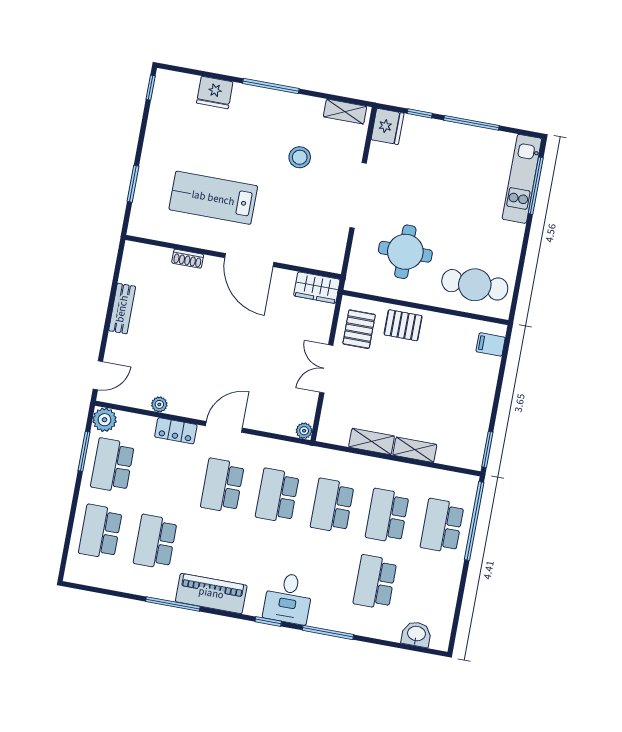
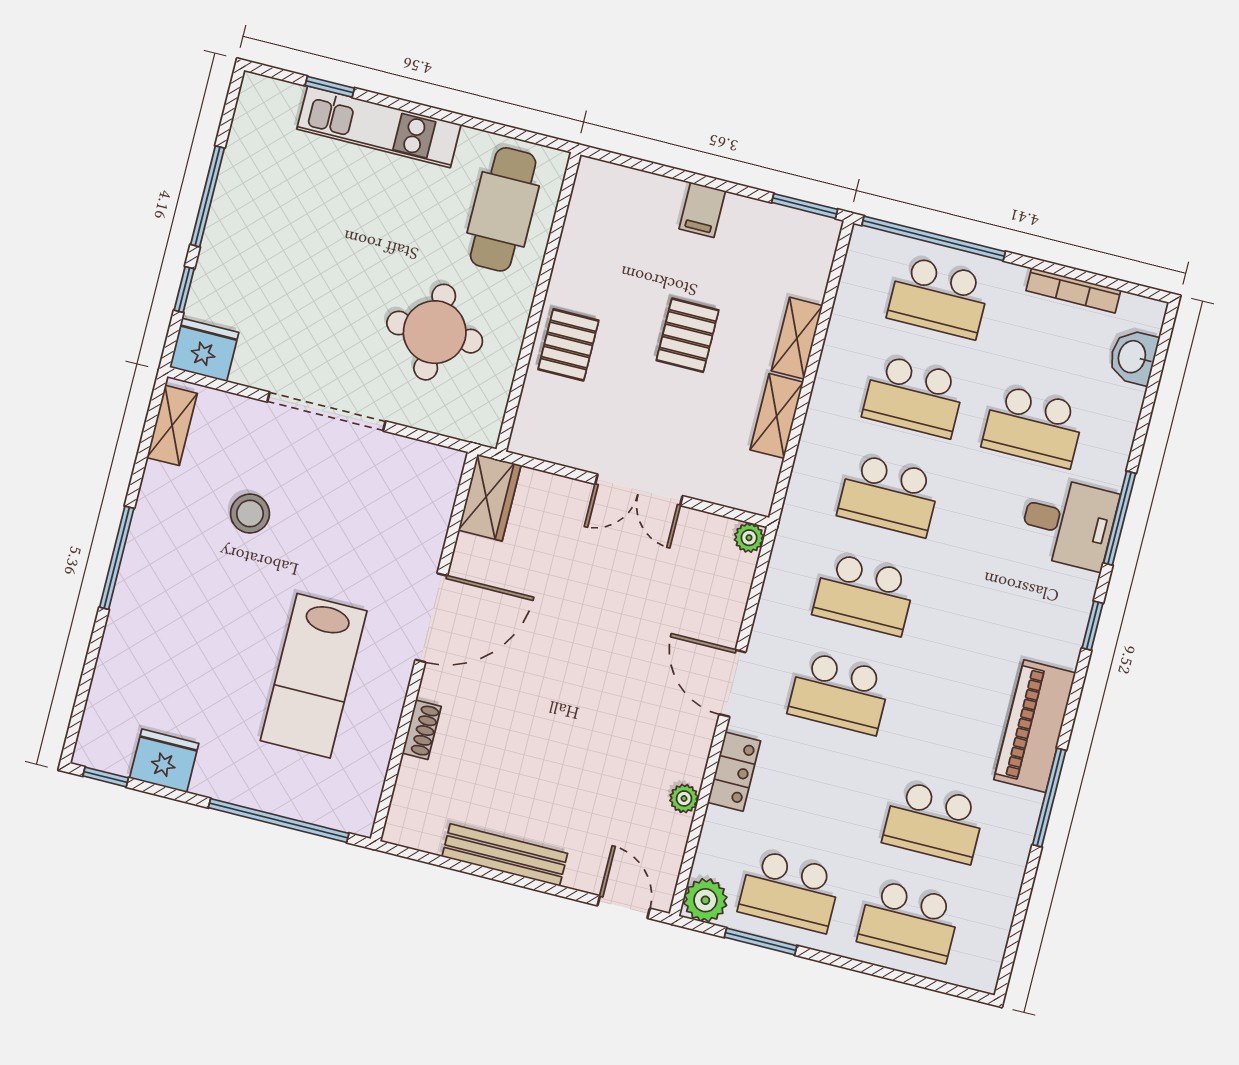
fridge: (215, 92) -> (164, 761), moved, turned -90
kitchen unit: (522, 179) -> (379, 127), moved
window: (133, 184) -> (279, 820), width x2.11
window: (536, 186) -> (330, 87), width x0.46
bench: (122, 309) -> (505, 855), width x1.36
pallet: (359, 329) -> (688, 335), moved, turned 90
filing cabinet: (491, 344) -> (702, 210), moved
desk: (288, 598) -> (1068, 523), moved
bookcase: (451, 599) -> (1073, 290), added

